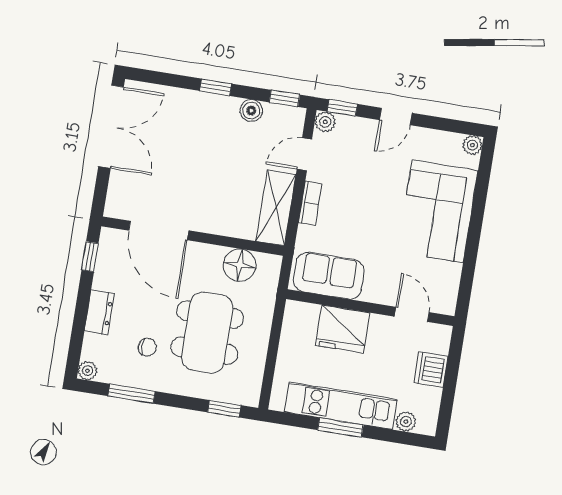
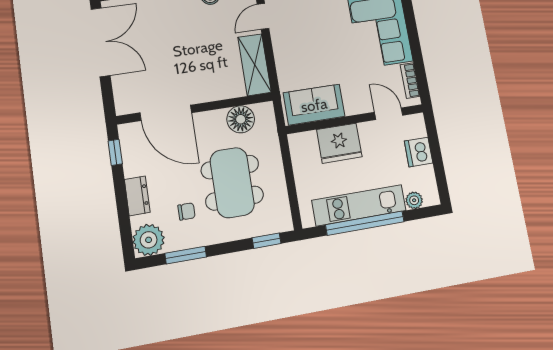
bookcase: (310, 203) -> (410, 81), moved, turned 180
plant: (87, 371) -> (149, 240), width x1.87, depth x1.87
window: (340, 428) -> (365, 223), width x2.11

